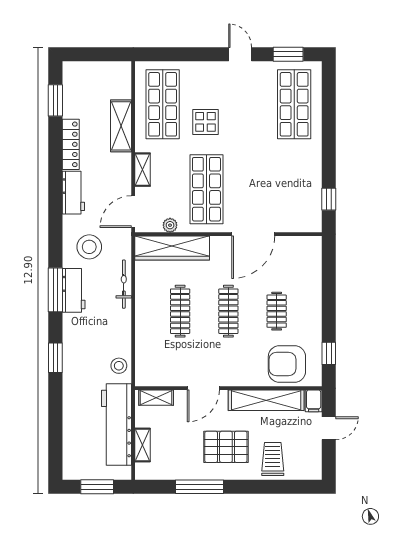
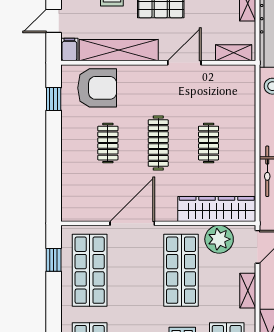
shop shelf: (294, 189) -> (90, 270), added
plant: (170, 225) -> (219, 239), width x1.88, depth x1.88
clothes rail: (180, 311) -> (209, 143), width x0.73

